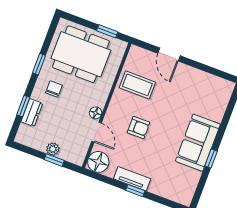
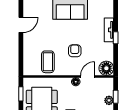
door: (169, 55) -> (21, 25), moved
tv unit: (132, 179) -> (109, 30), moved

